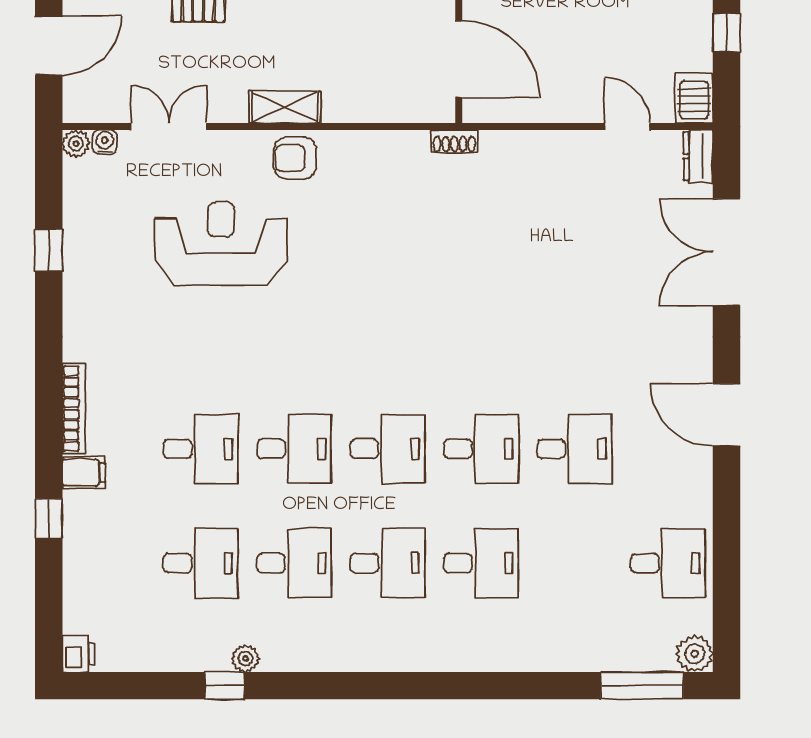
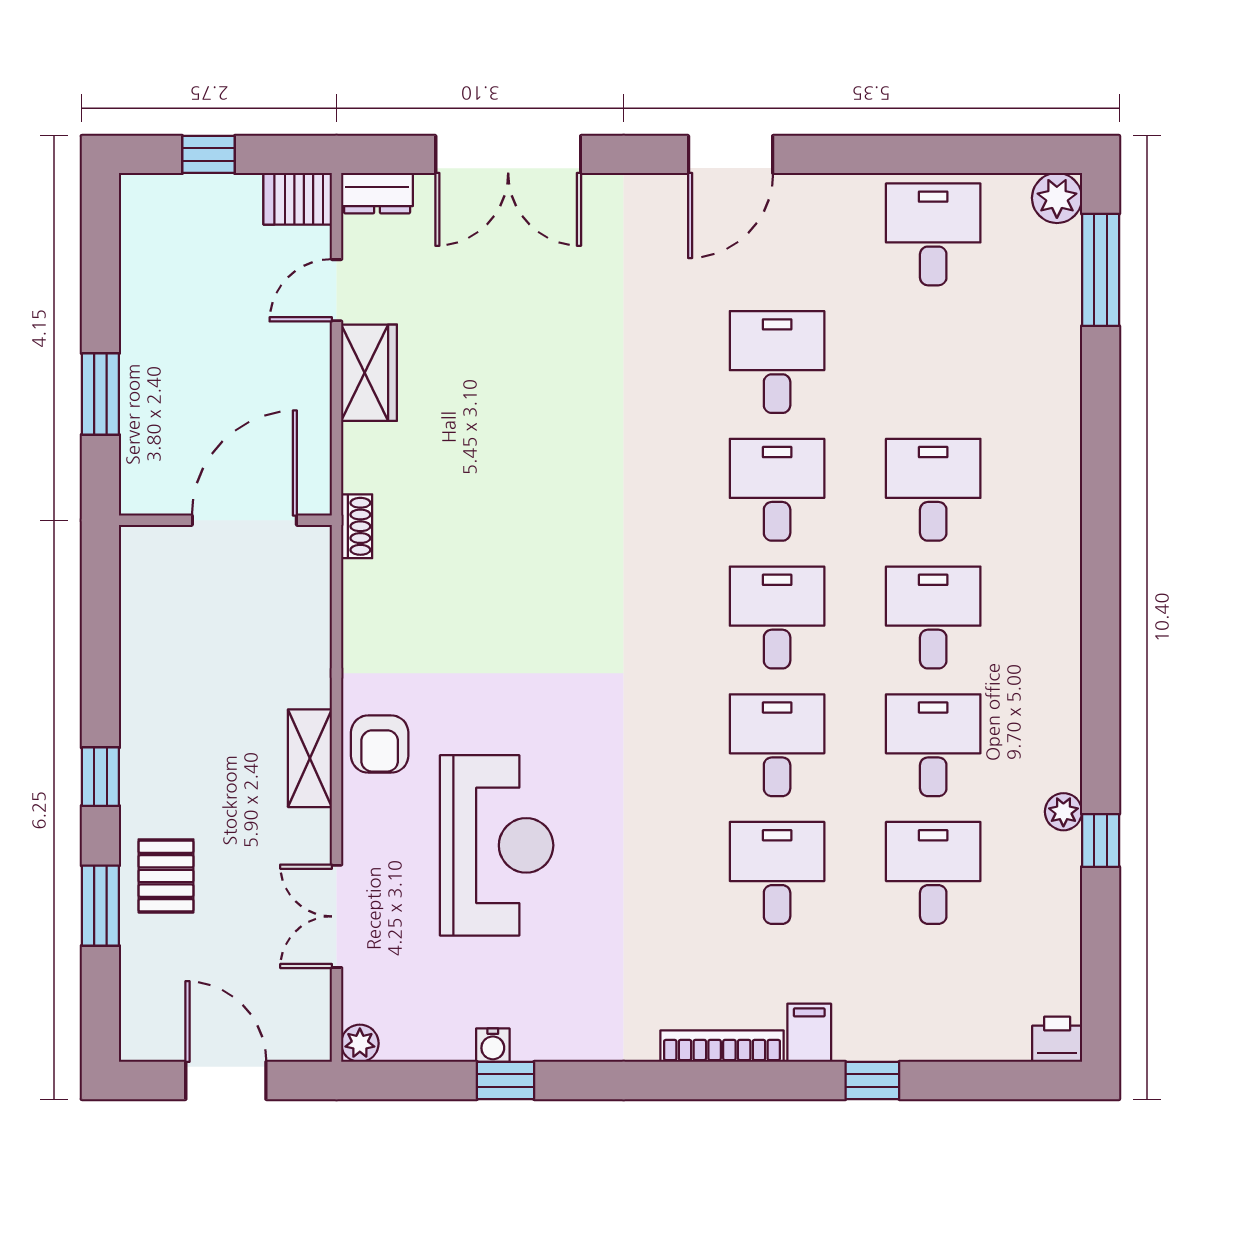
water cooler: (105, 142) -> (493, 1045), moved, turned -90
wardrobe: (567, 150) -> (369, 373), added
reception desk: (221, 244) -> (497, 845), turned 180

